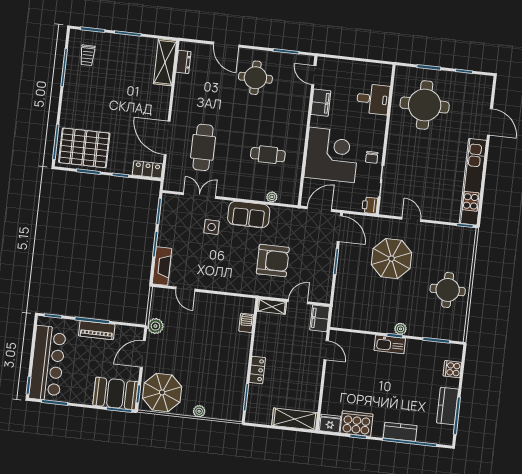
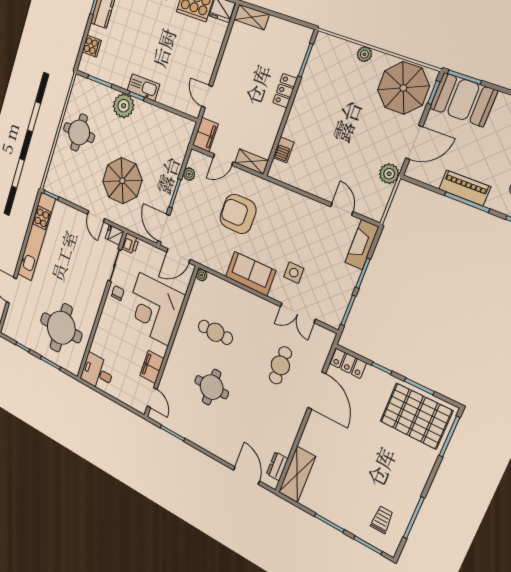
door: (226, 45) -> (247, 476), moved
round table: (255, 78) -> (212, 387), moved
desk: (373, 99) -> (97, 372), moved
cafe table: (203, 147) -> (280, 365), width x0.73, depth x0.74
plant: (272, 197) -> (202, 275), moved
fridge: (388, 208) -> (115, 235), added
plant: (327, 282) -> (189, 174), added
plant: (400, 329) -> (124, 106), width x1.88, depth x1.88
shelving: (295, 419) -> (252, 17), width x0.67, depth x0.75

